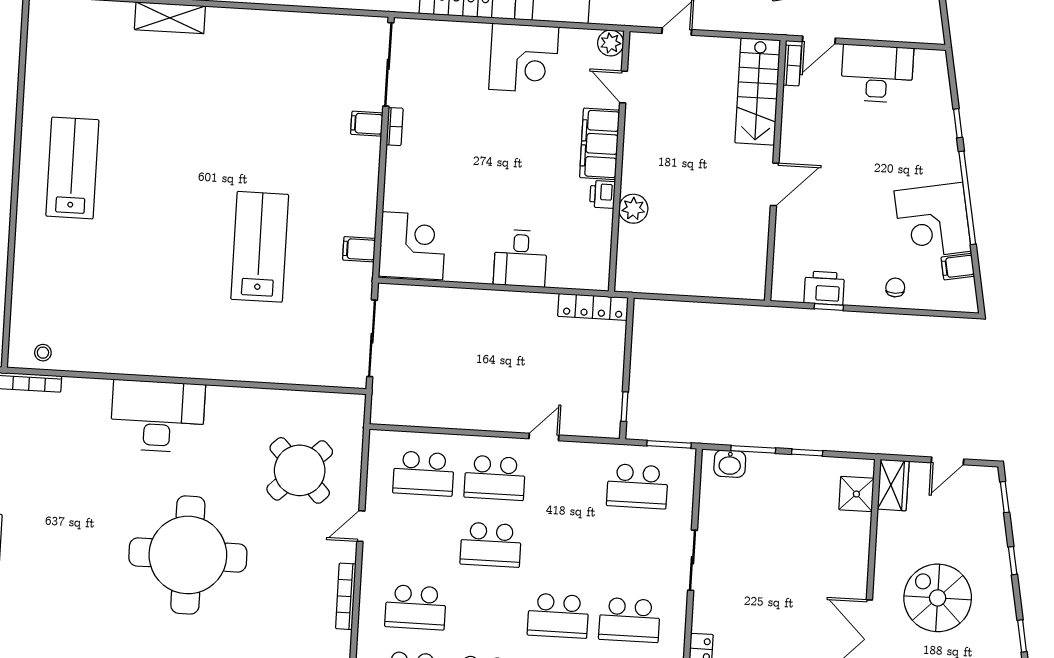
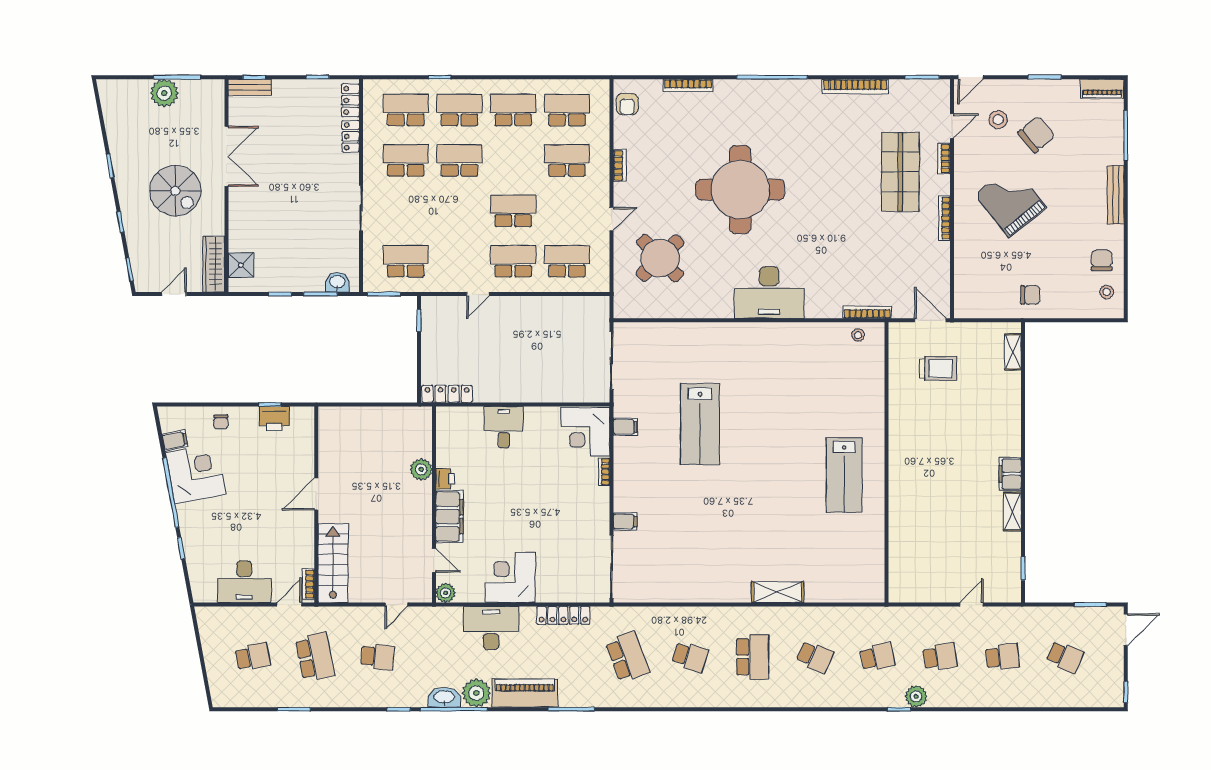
bookcase: (395, 127) -> (604, 472), moved
wardrobe: (893, 485) -> (214, 264), width x1.50
bookcase: (346, 596) -> (620, 166), width x0.64

